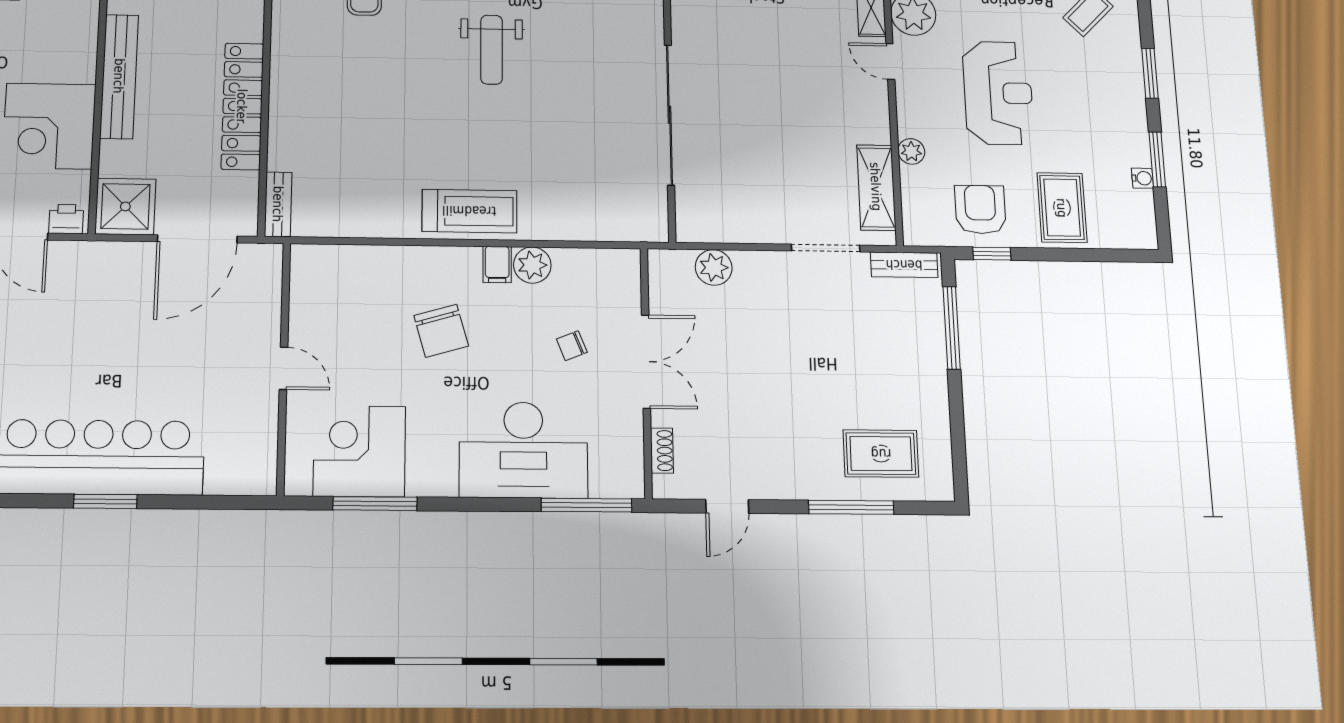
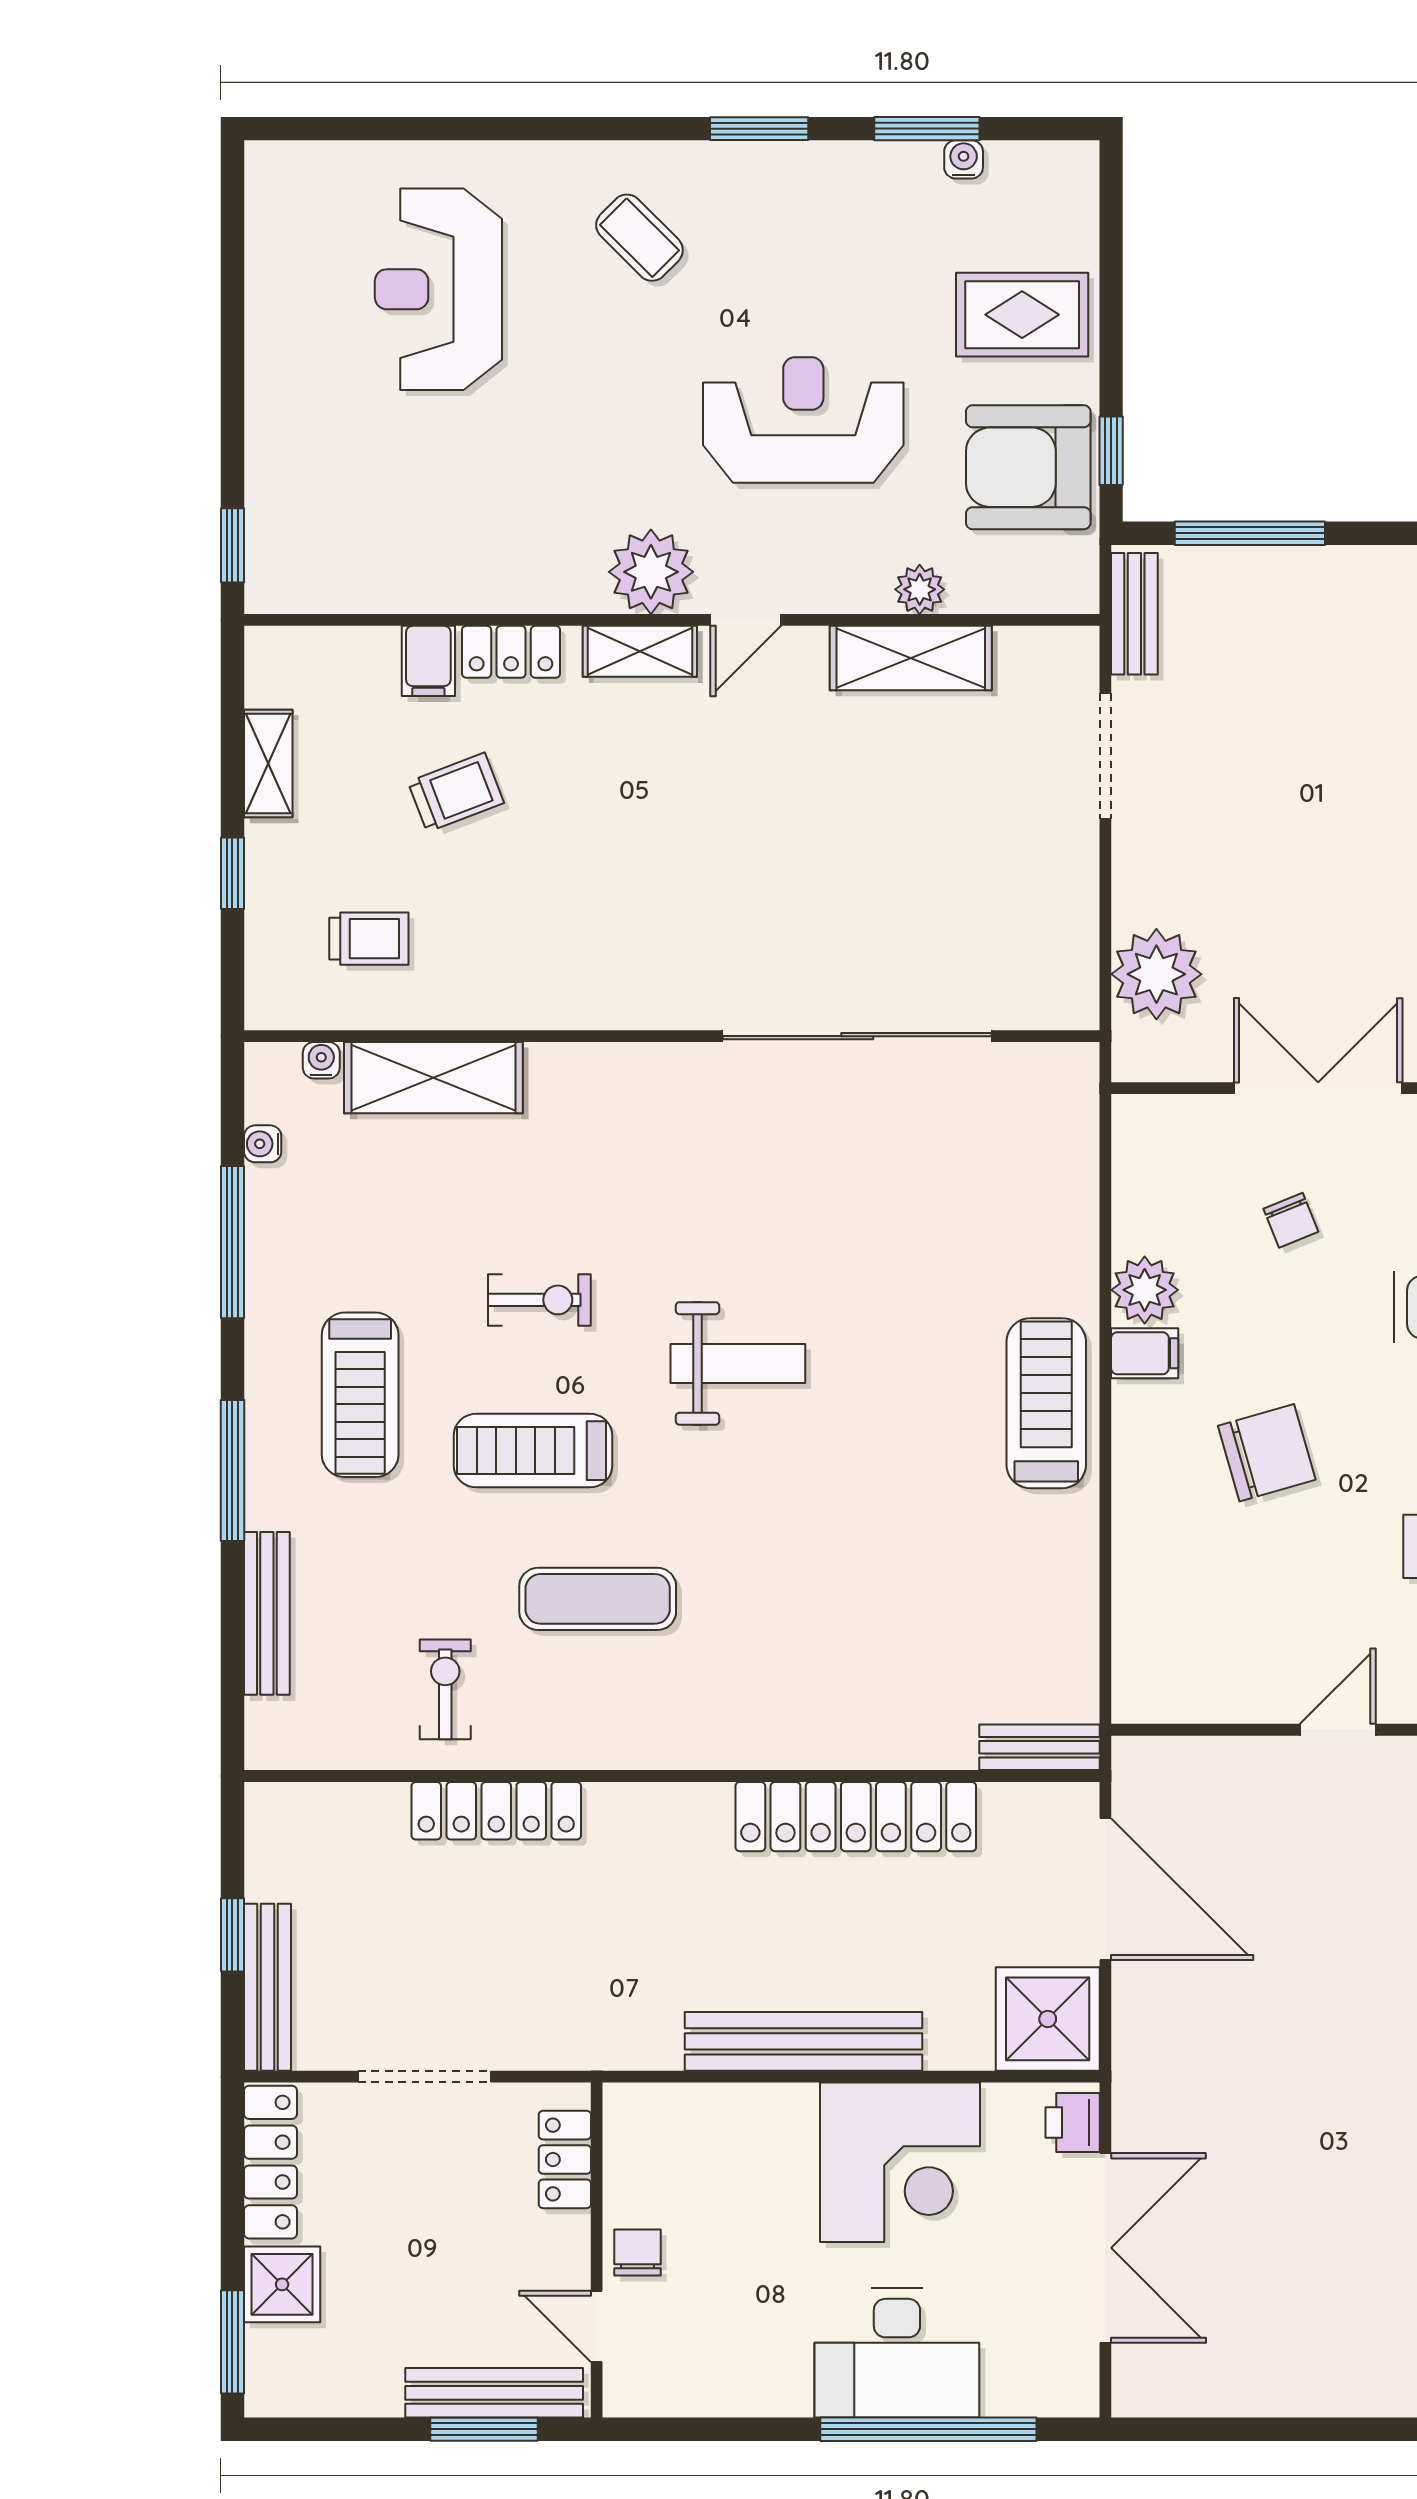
shelving: (876, 187) -> (911, 658), moved
armchair: (980, 209) -> (1028, 467), width x1.36, depth x1.36
plant: (714, 267) -> (1156, 974), width x1.36, depth x1.36

